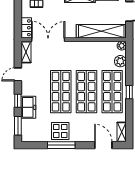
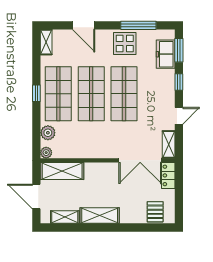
shelving: (101, 31) -> (62, 171), width x0.68
freezer: (28, 107) -> (166, 54), moved
window: (61, 145) -> (138, 25), moved
door: (103, 145) -> (84, 25), moved

